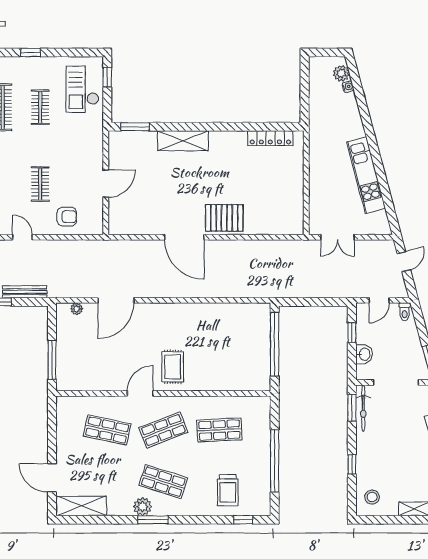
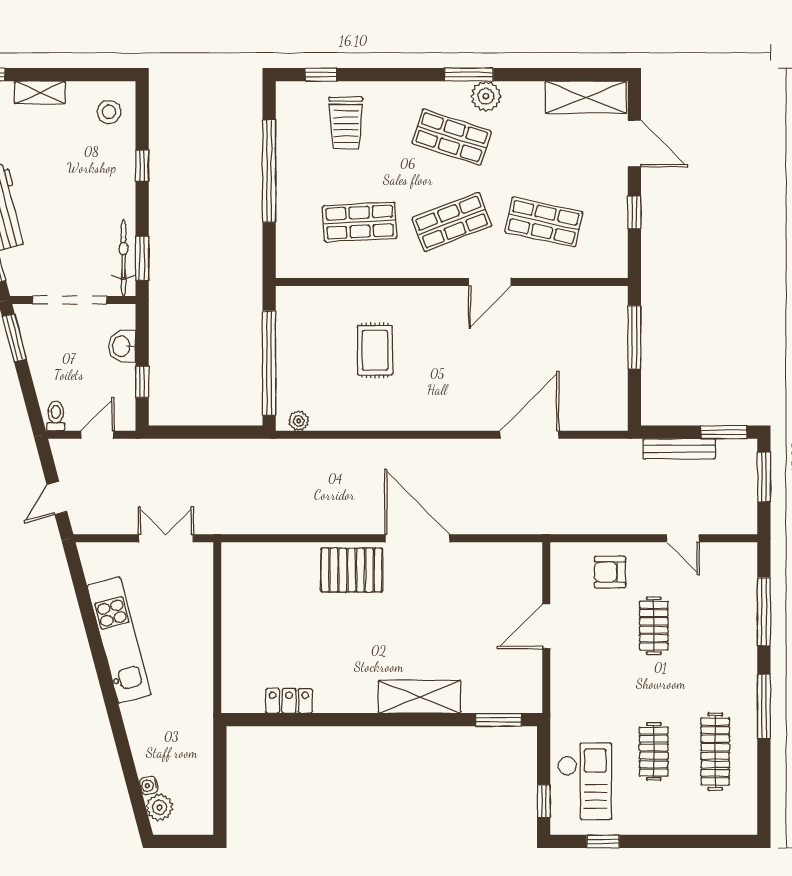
window: (31, 53) -> (603, 841), moved
locker: (270, 138) -> (289, 701), width x0.66
plant: (77, 309) -> (299, 421), moved
rug: (173, 367) -> (375, 350), moved
window: (52, 436) -> (634, 213), added
trolley: (228, 490) -> (346, 123), turned 180

